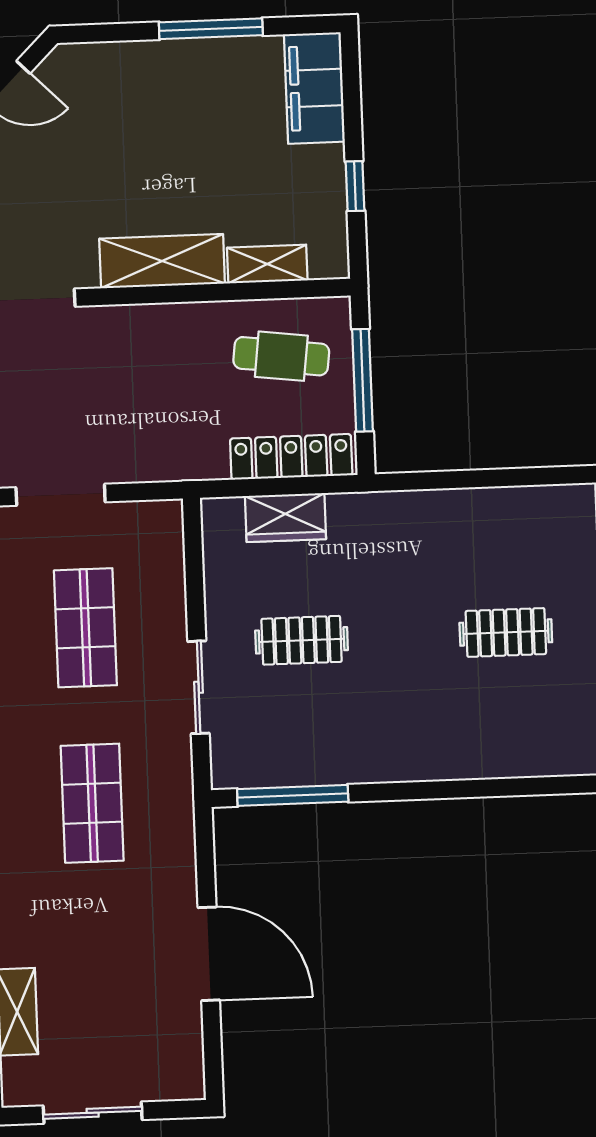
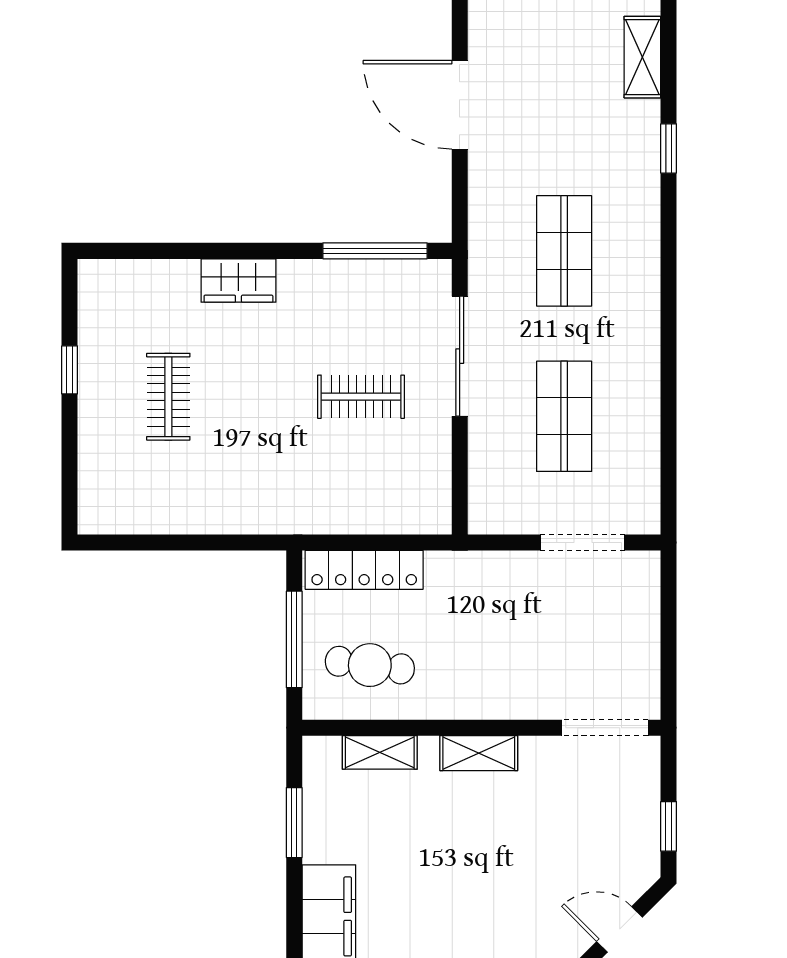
window: (355, 186) -> (294, 823), width x1.50
shelving: (162, 261) -> (479, 753), width x0.67, depth x0.75
wardrobe: (285, 518) -> (238, 280), moved, turned 180
clothes rail: (506, 632) -> (168, 397), turned 90
sliding door: (199, 687) -> (460, 356), width x1.37

